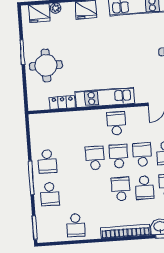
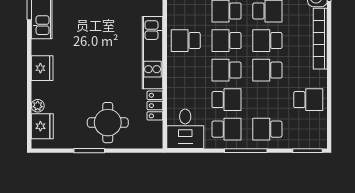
desk: (45, 128) -> (185, 129), added
school desk: (71, 160) -> (227, 100), added
school desk: (97, 191) -> (267, 70), added
school desk: (50, 194) -> (267, 129), turned 180

